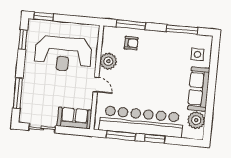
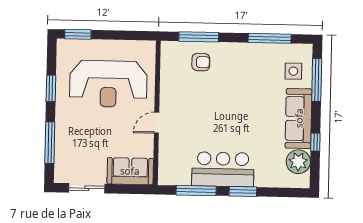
window: (23, 40) -> (51, 88), moved
plant: (108, 61) -> (171, 89), removed
window: (214, 62) -> (317, 80), added
door: (96, 85) -> (157, 123), swing flipped
window: (210, 107) -> (315, 142), added
bar counter: (141, 122) -> (223, 169), width x0.54

